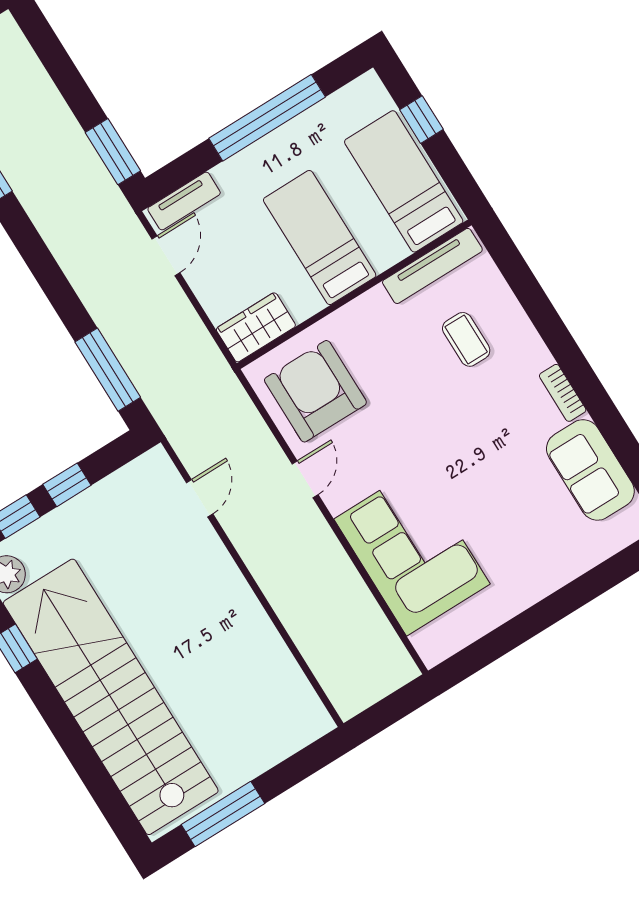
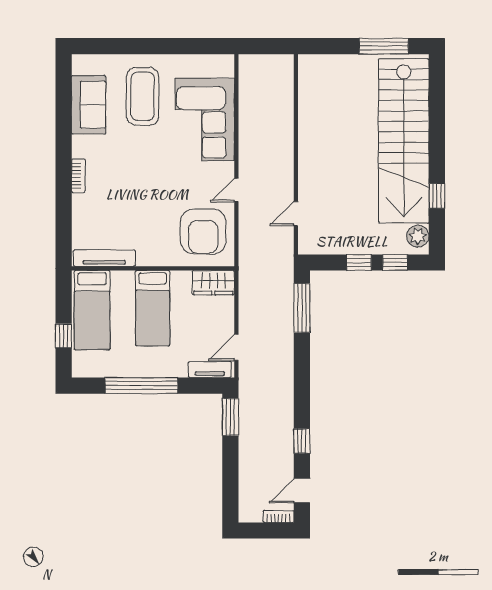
coffee table: (466, 339) -> (143, 96), moved, width x1.86, depth x1.72
bookcase: (563, 393) -> (78, 176), moved

